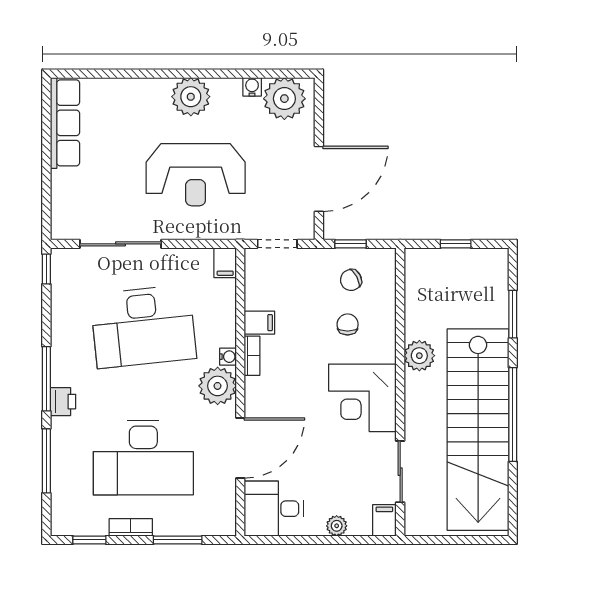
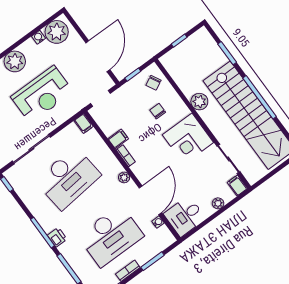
chair: (351, 280) -> (153, 83), moved
water cooler: (228, 357) -> (158, 222), moved
plant: (218, 386) -> (124, 177), width x0.53, depth x0.53

